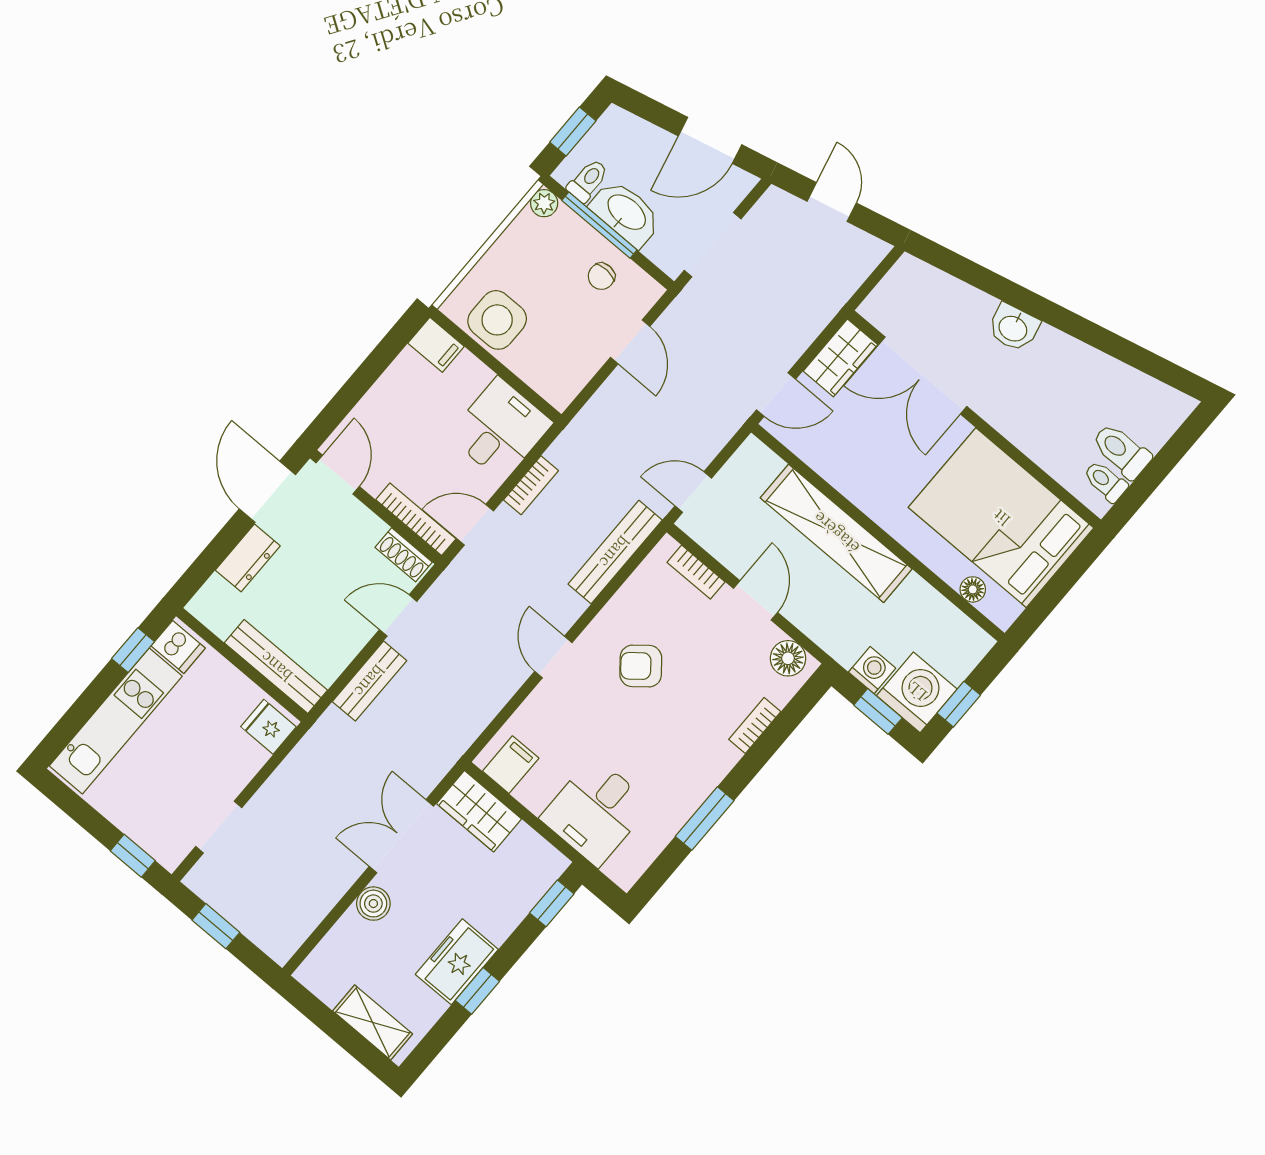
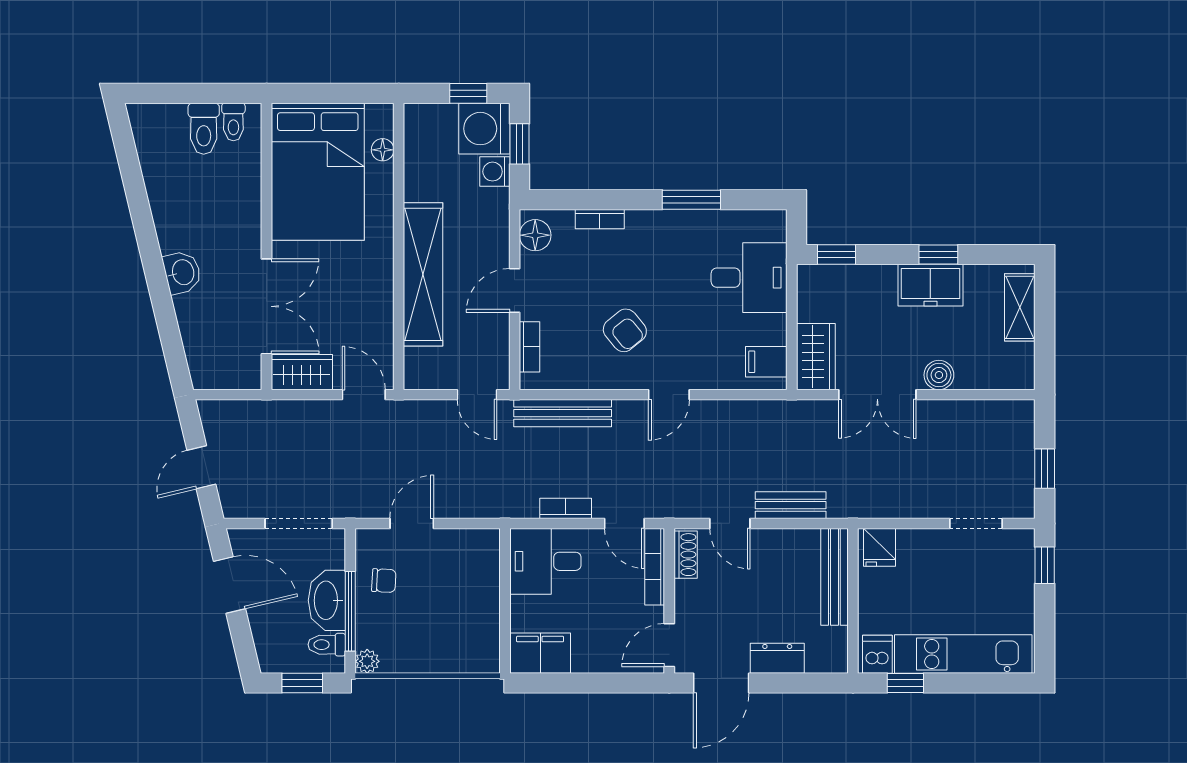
side table: (497, 320) -> (473, 626), removed
filing cabinet: (436, 345) -> (540, 653), width x2.00

